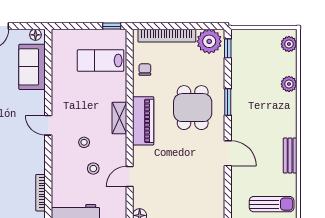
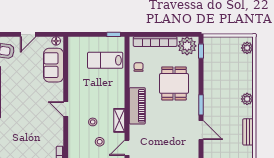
plant: (289, 84) -> (247, 99), moved
window: (228, 102) -> (201, 105), moved
dining table: (193, 108) -> (174, 83), moved
shelving: (119, 118) -> (119, 120), moved

